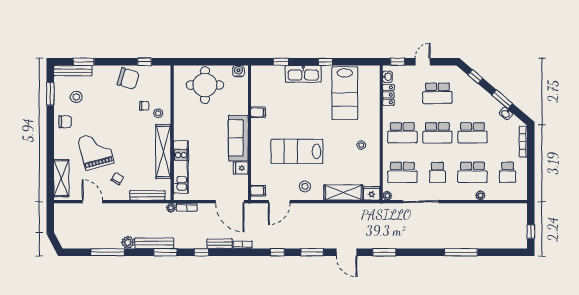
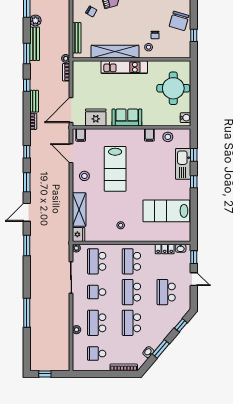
window: (326, 62) -> (194, 182), moved
kitchen sink: (303, 74) -> (183, 164), moved
stool: (260, 91) -> (168, 137), added
sofa: (238, 138) -> (127, 117), width x0.73
lab bench: (297, 151) -> (115, 169), turned 180
kitchen unit: (181, 167) -> (124, 67), moved
fridge: (241, 168) -> (96, 117), width x1.88, depth x1.34

